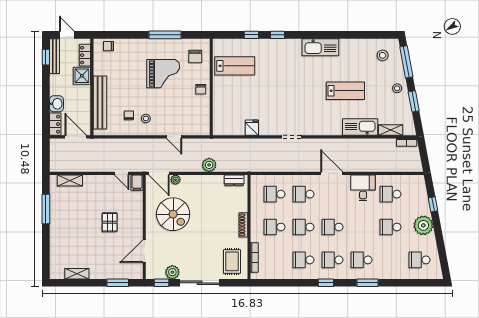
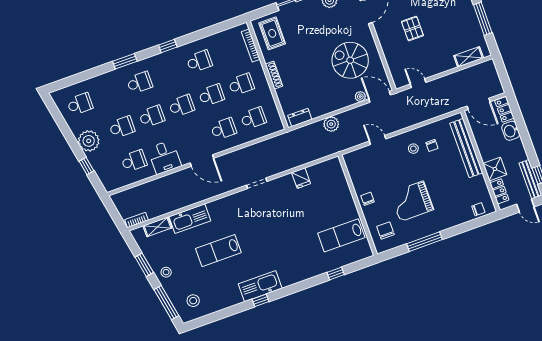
window: (277, 35) -> (261, 300), moved
filing cabinet: (137, 183) -> (399, 79), removed
school desk: (333, 260) -> (152, 116), moved

